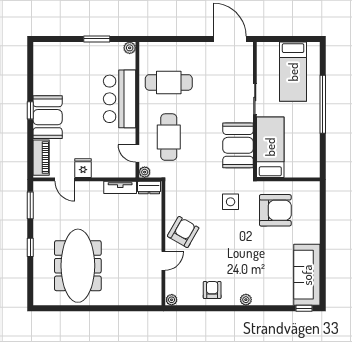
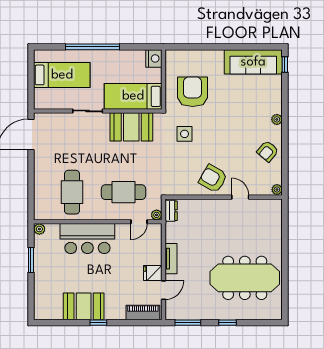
booth: (48, 117) -> (84, 306), moved
nightstand: (311, 169) -> (154, 58), added
tv unit: (120, 187) -> (171, 259), moved
armchair: (212, 290) -> (268, 151), turned -49

